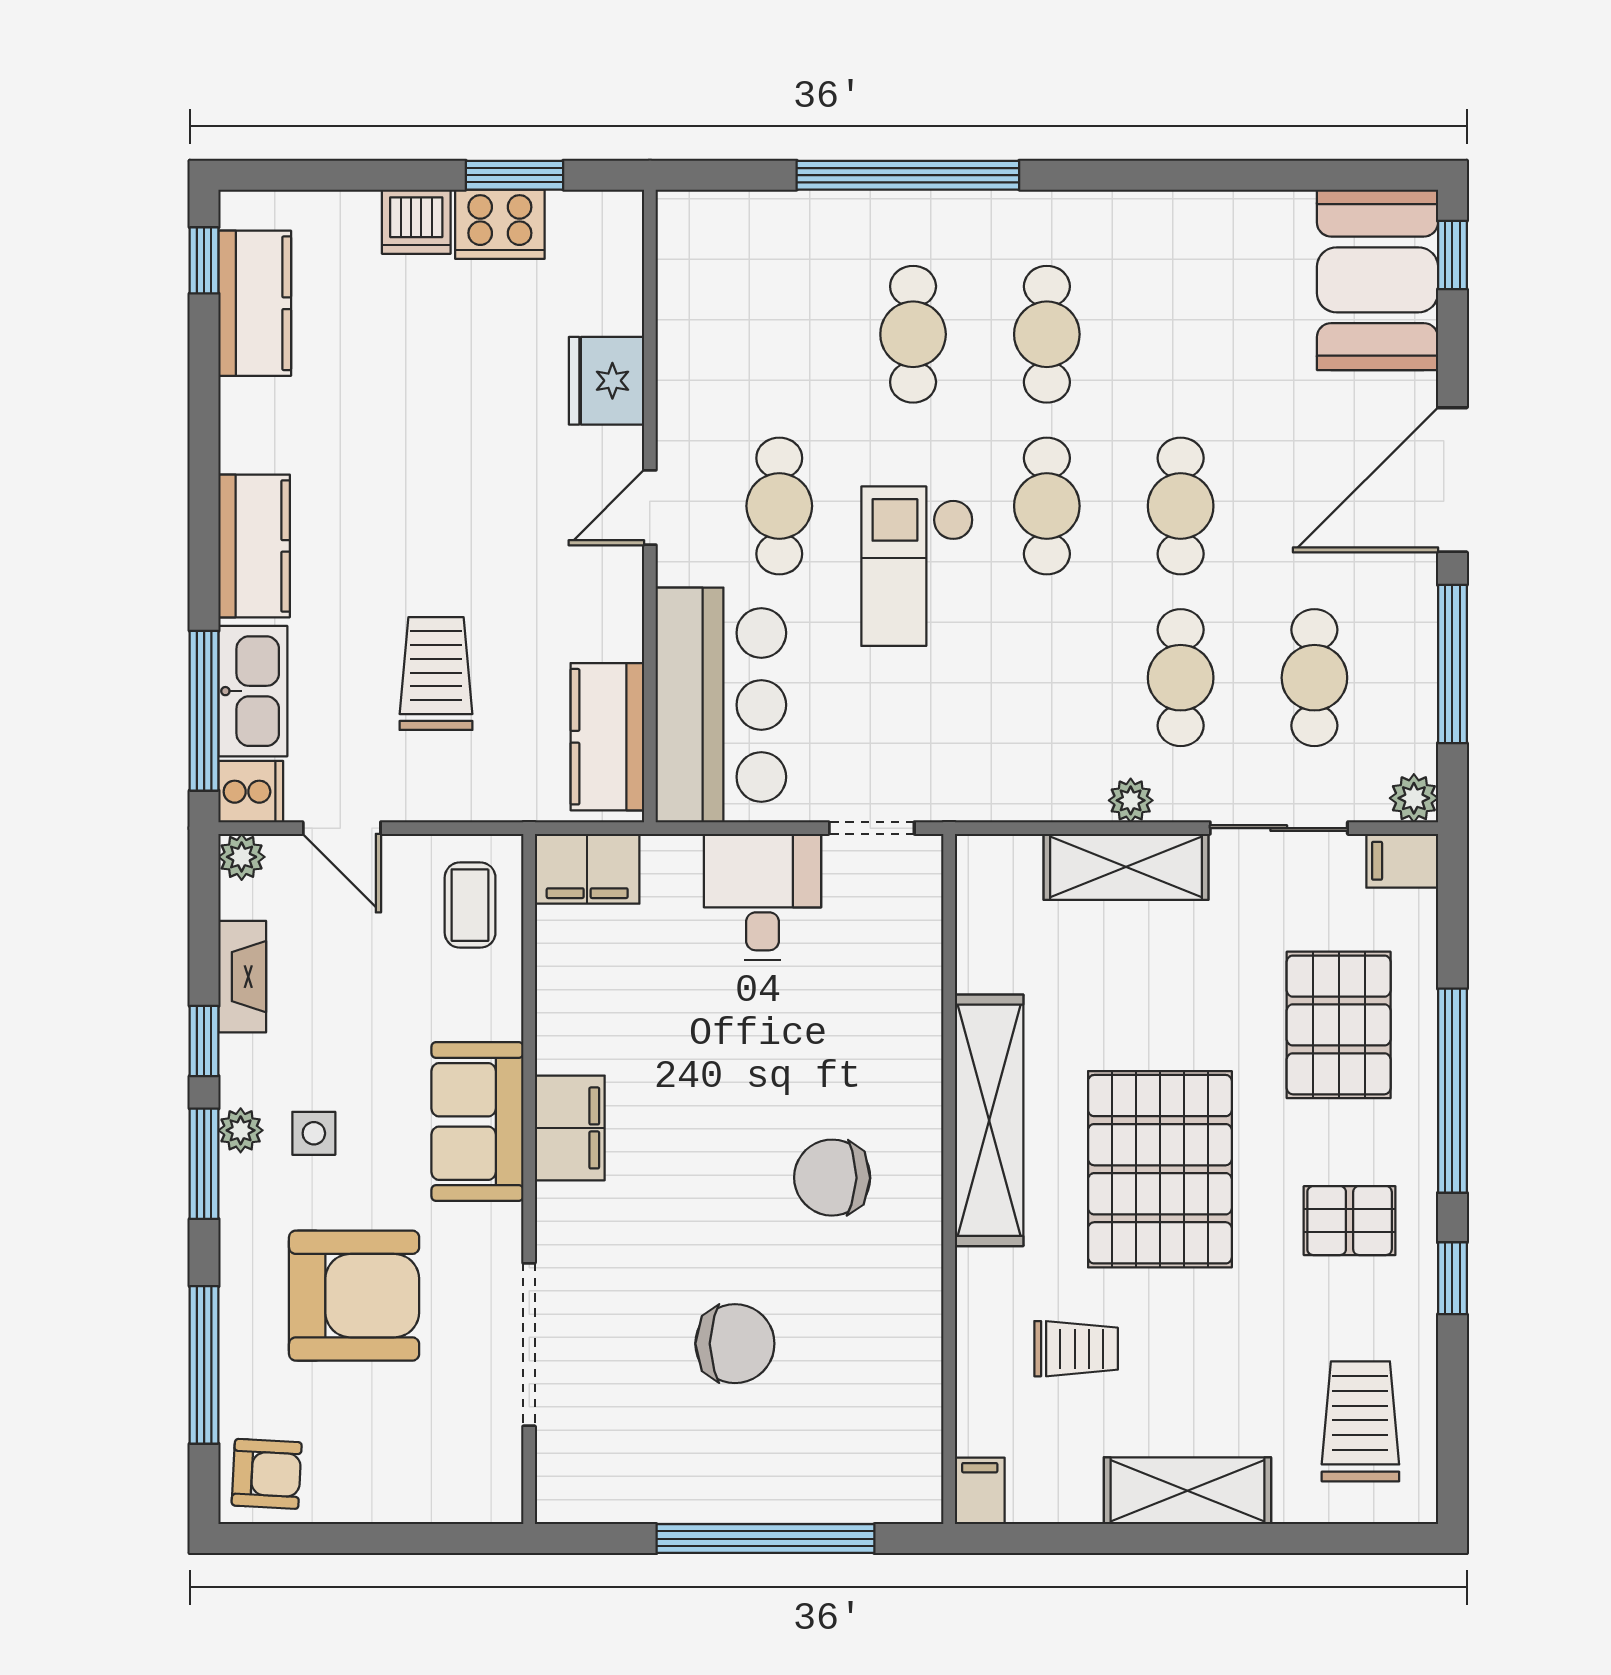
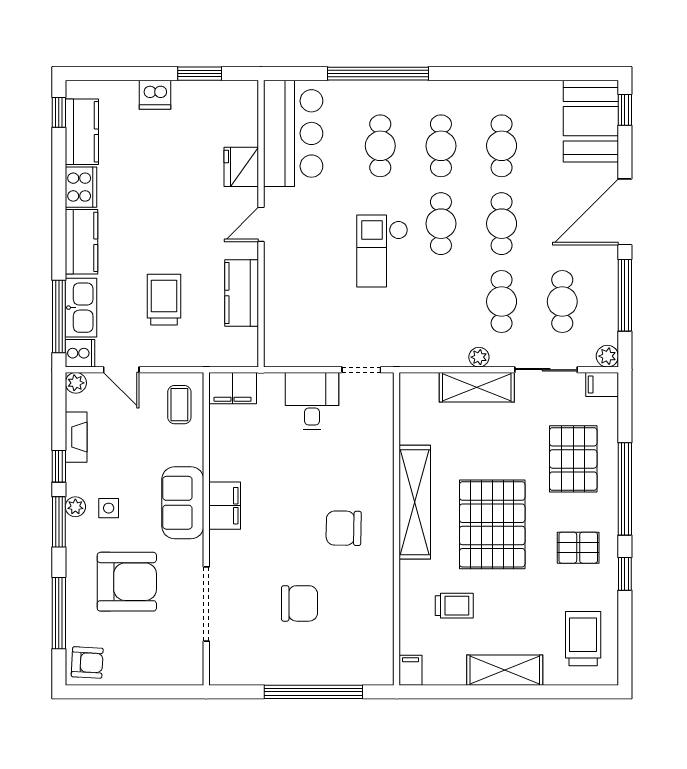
cooker: (500, 224) -> (81, 187), moved, turned -90
cafe table: (779, 506) -> (502, 146), moved
bar counter: (721, 705) -> (293, 133), moved
kitchen counter: (607, 737) -> (242, 293), moved

